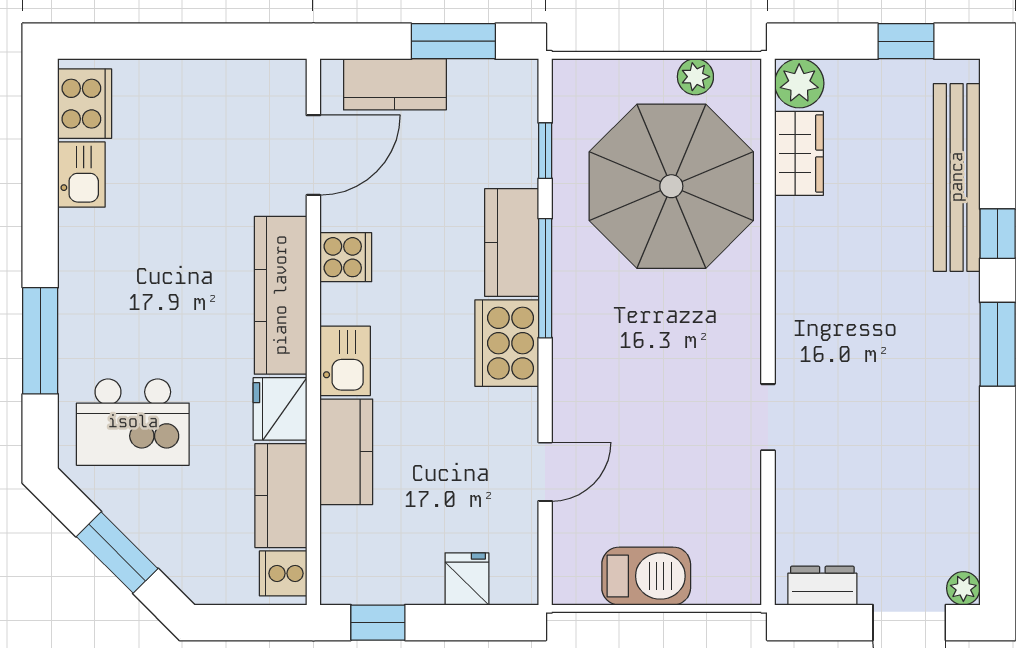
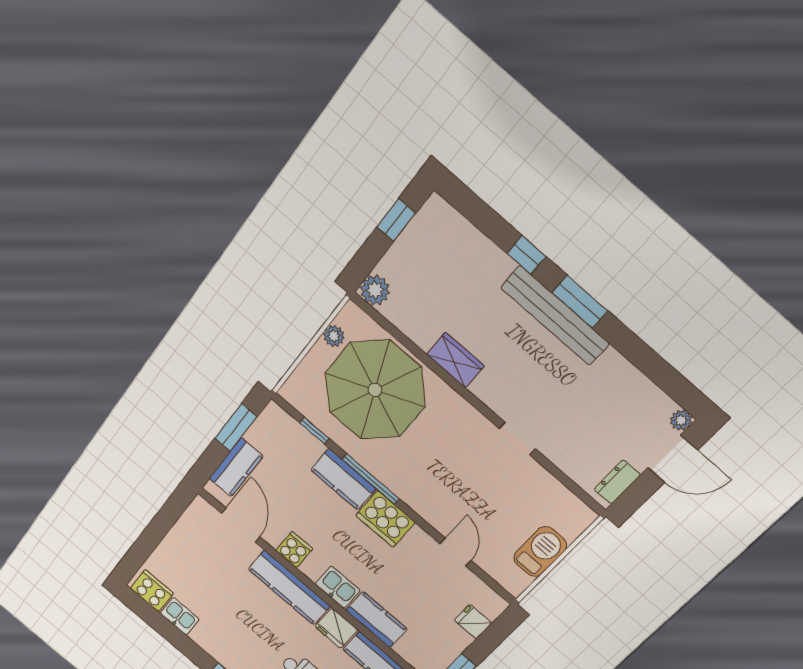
wardrobe: (799, 153) -> (455, 360), moved
bench: (957, 177) -> (555, 316), moved

